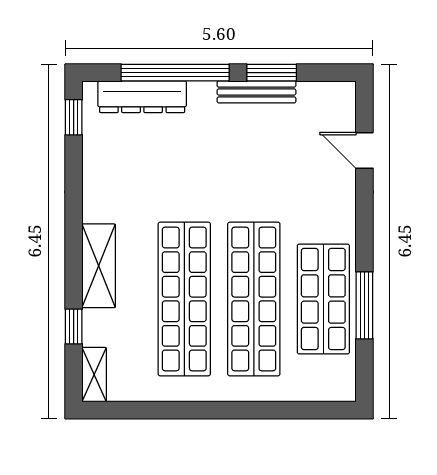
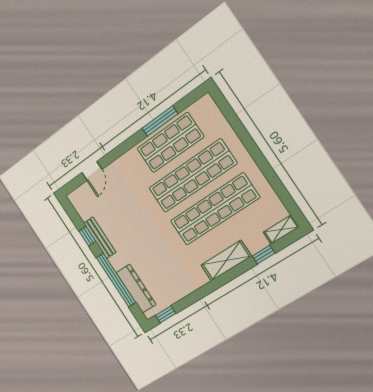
window: (272, 73) -> (87, 236), width x0.67

